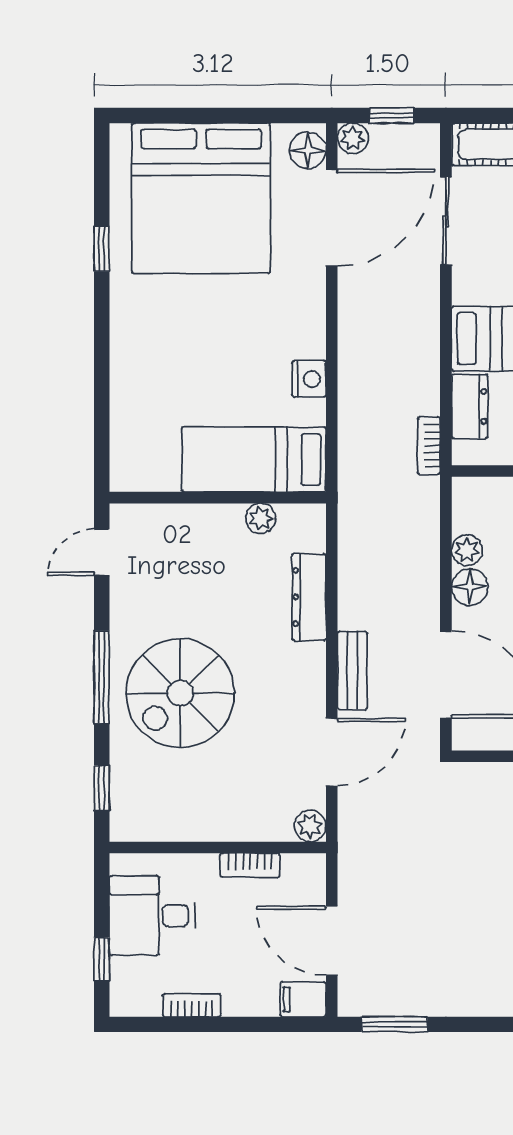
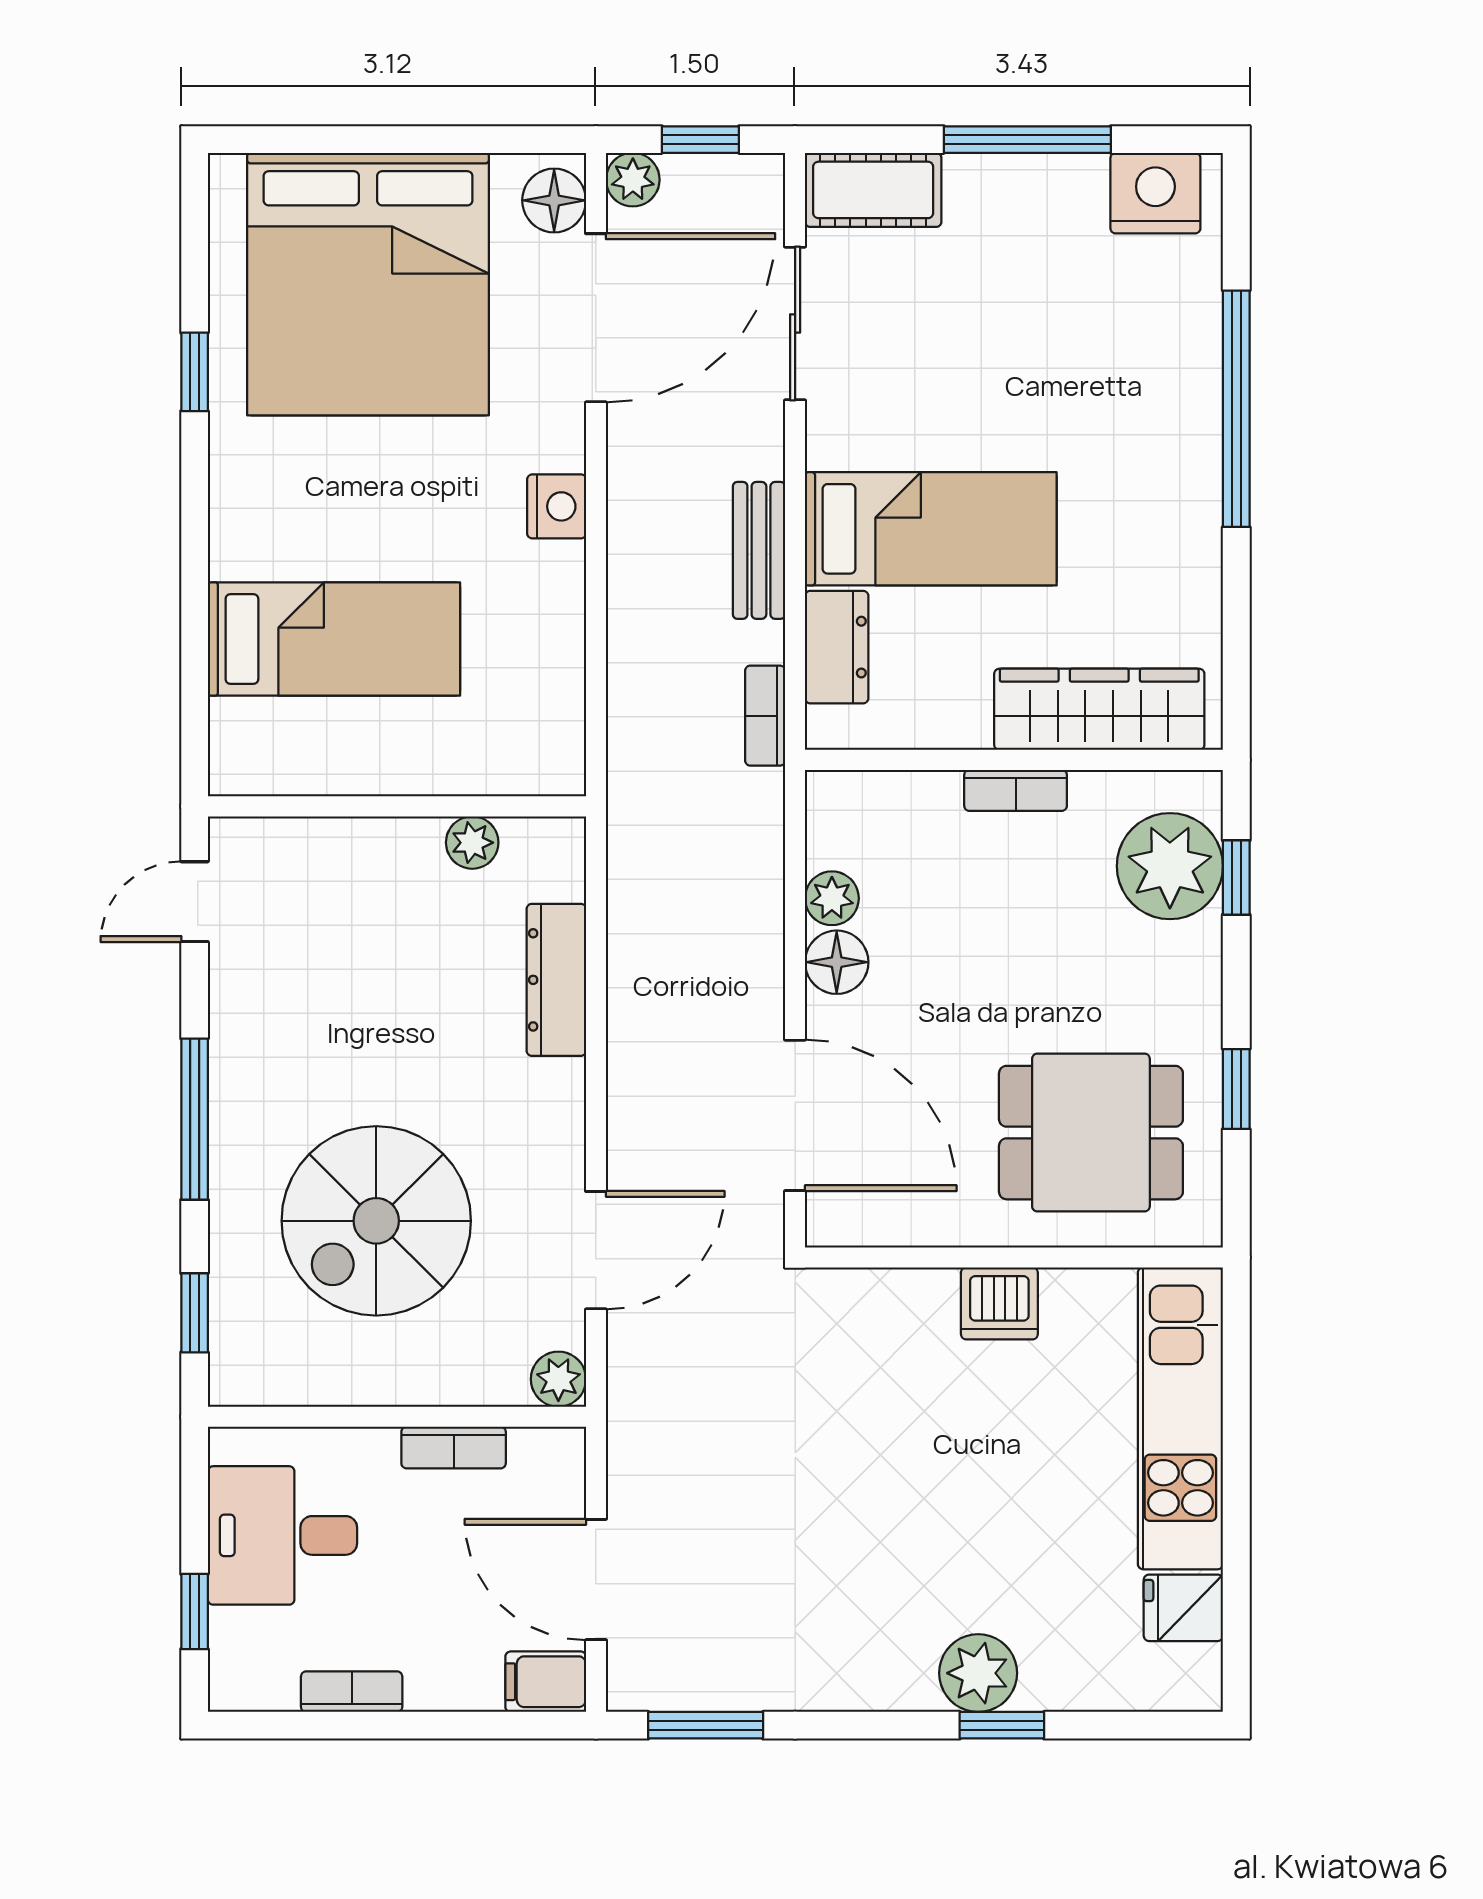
nightstand: (309, 379) -> (557, 506), moved
bed: (254, 459) -> (334, 639), moved, turned 180
bench: (352, 670) -> (759, 550), moved
spiral stairs: (180, 693) -> (376, 1221), moved

